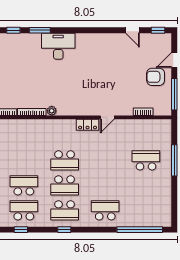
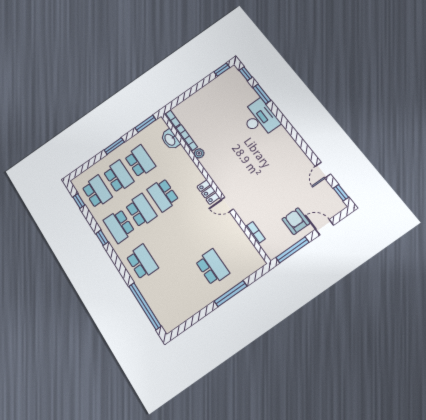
washbasin: (24, 125) -> (170, 140), added
school desk: (24, 160) -> (140, 161), added
school desk: (65, 185) -> (141, 210), turned 180

